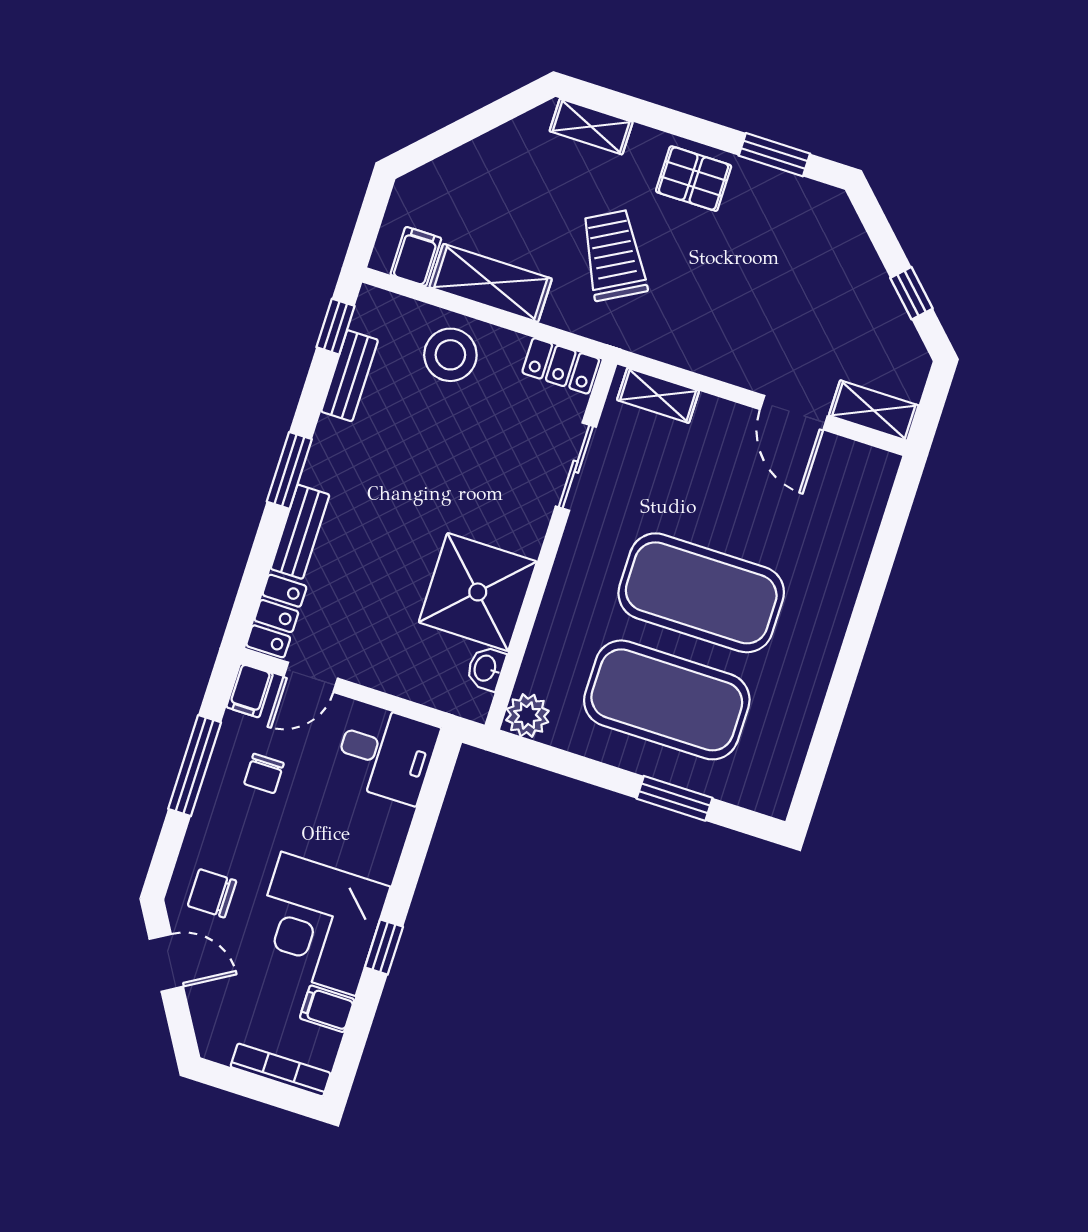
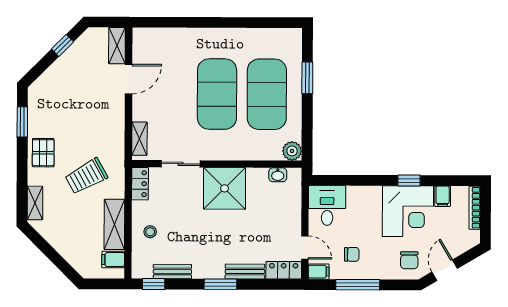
stool: (450, 355) -> (150, 232), width x0.53, depth x0.53
shower: (478, 592) -> (225, 188), moved

